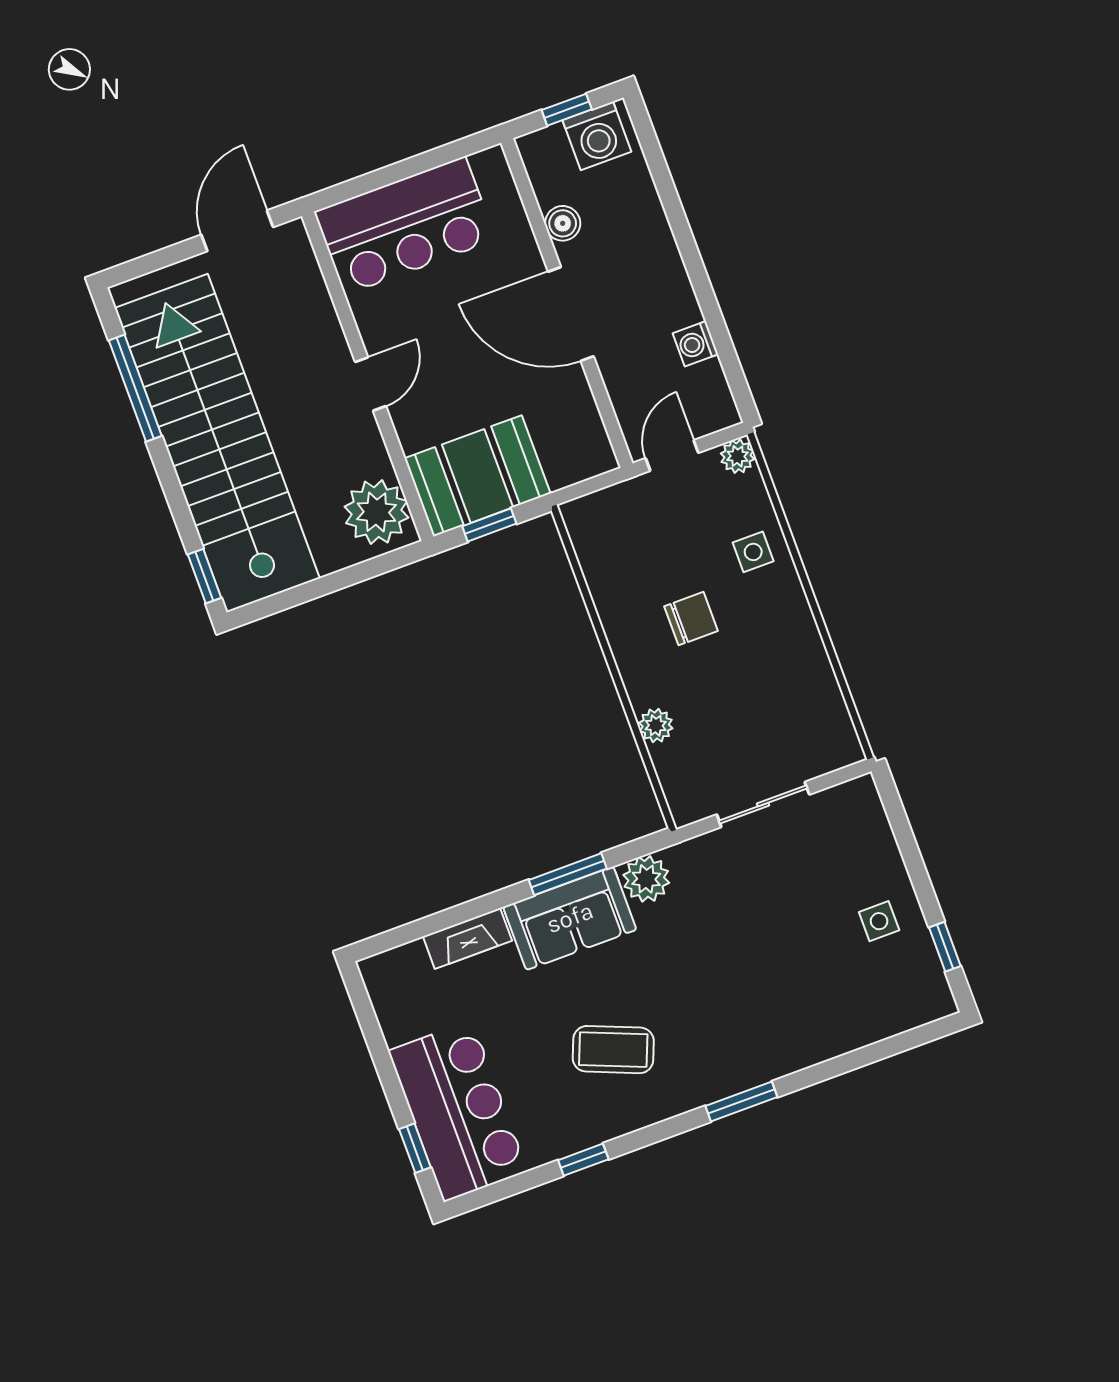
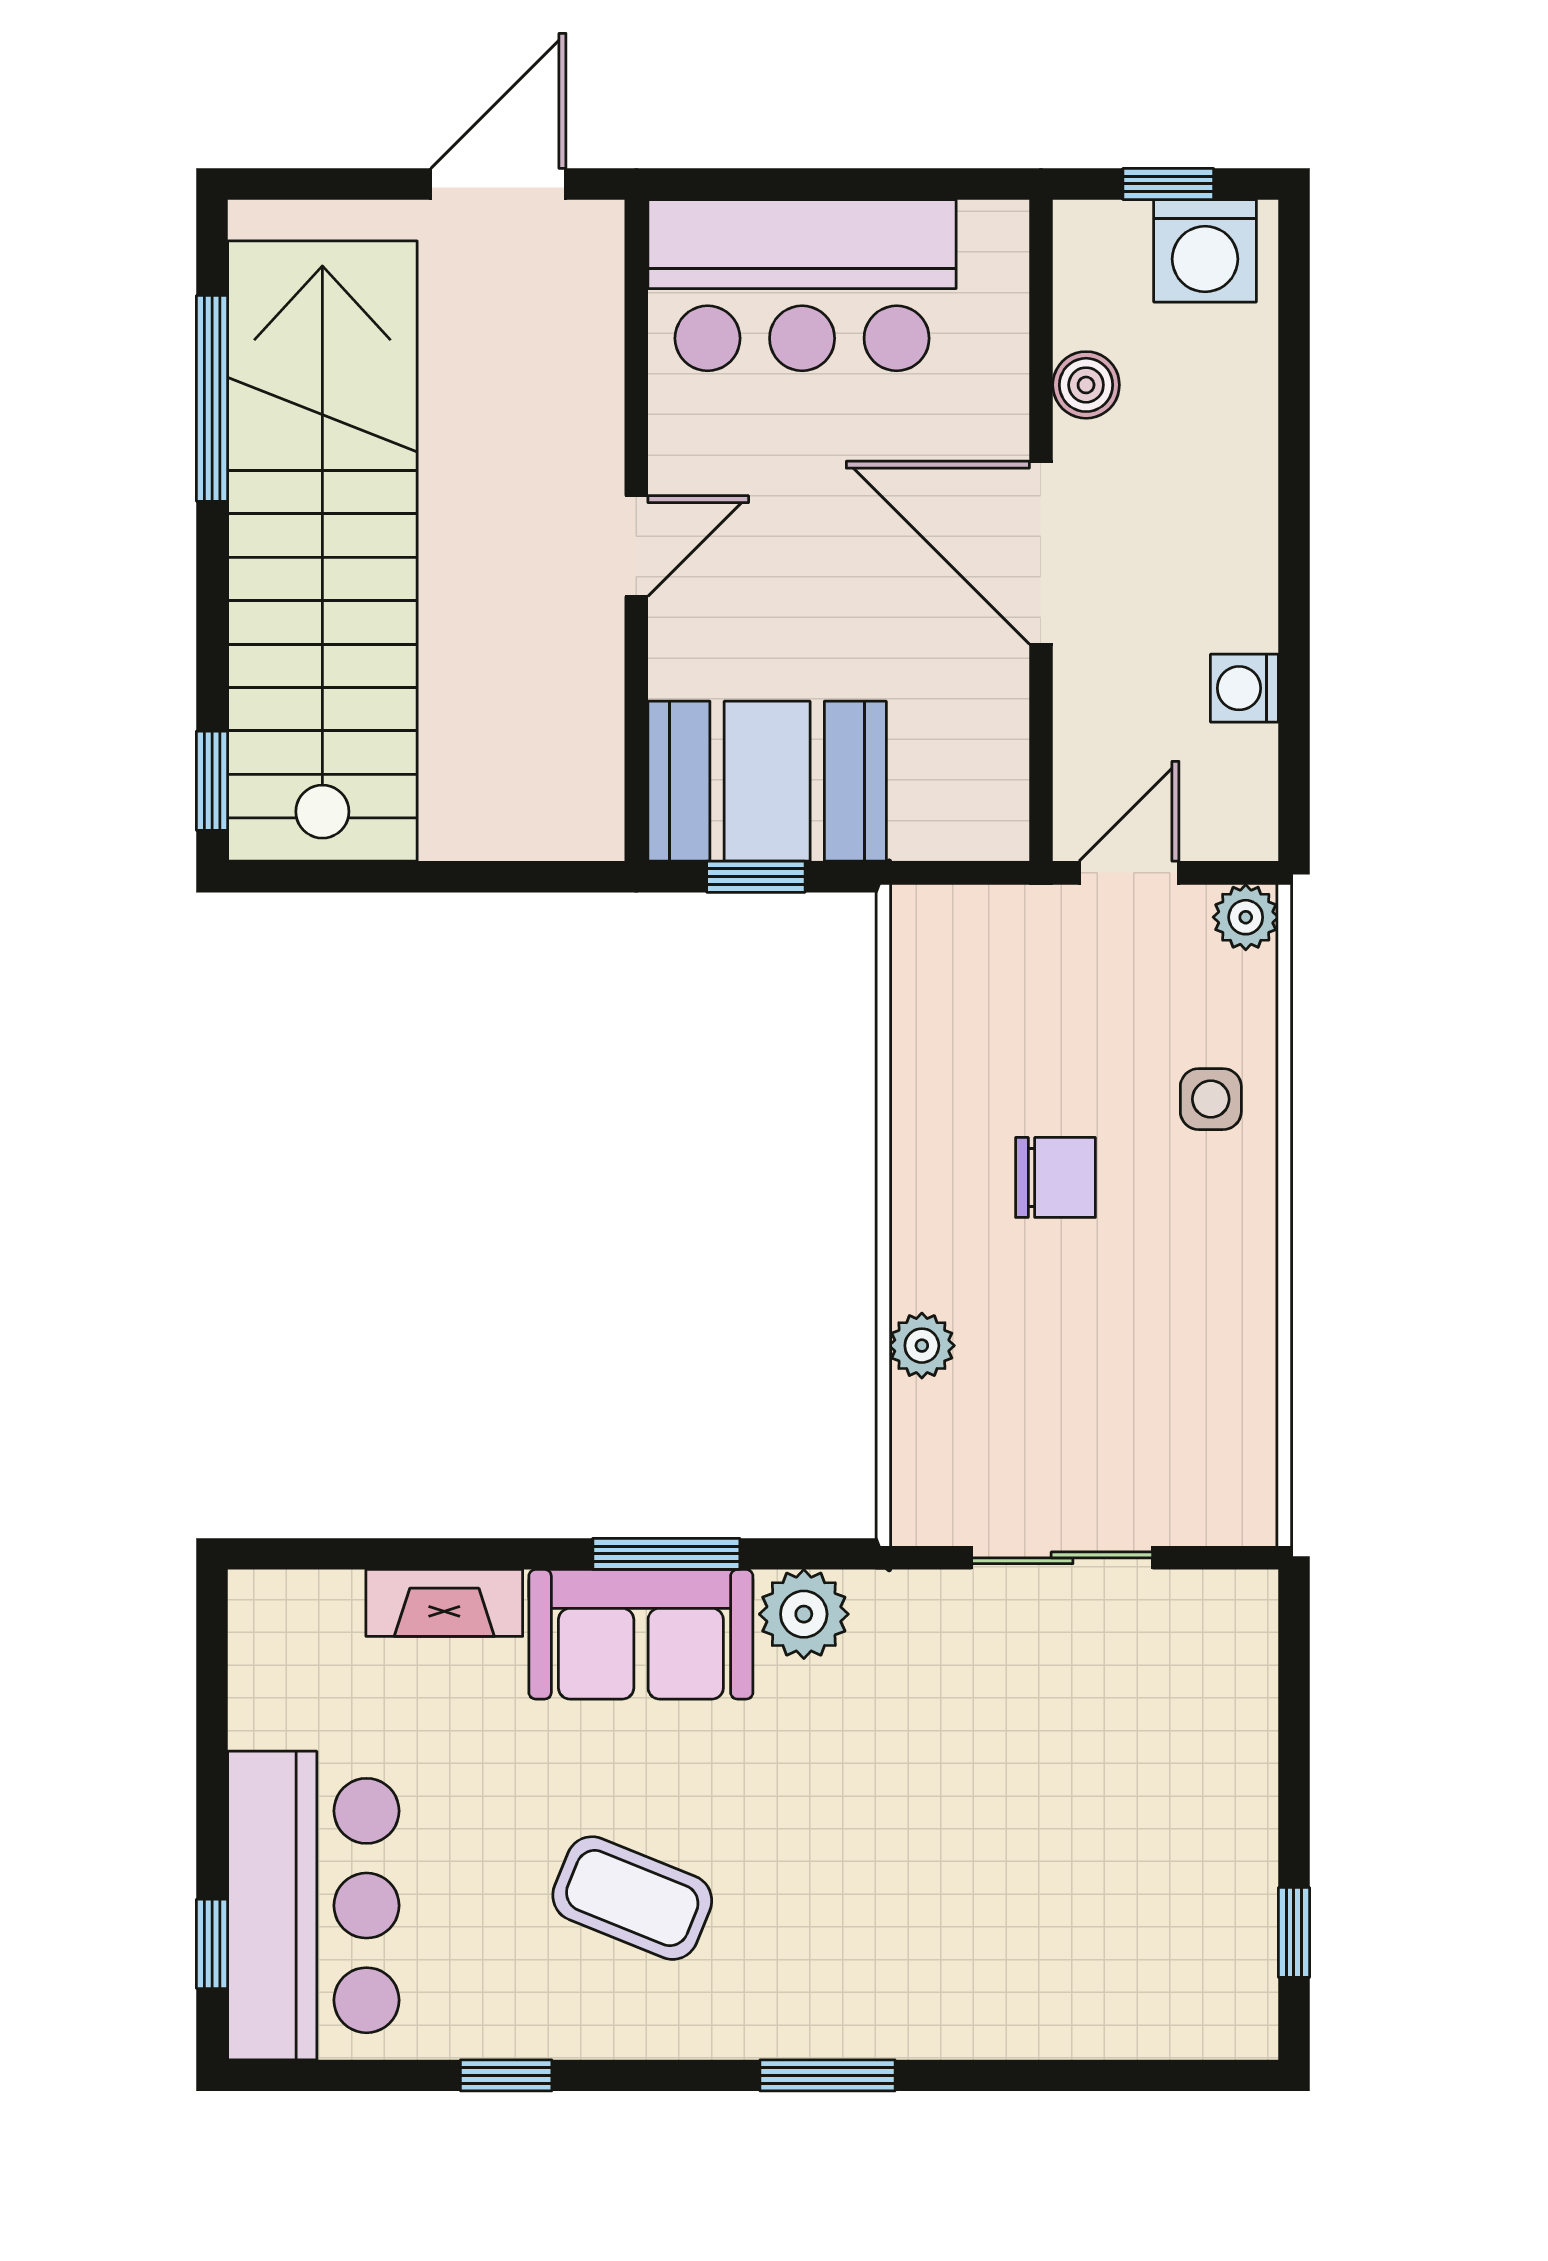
plant: (376, 512) -> (562, 779), removed
side table: (879, 921) -> (1193, 1843), removed

